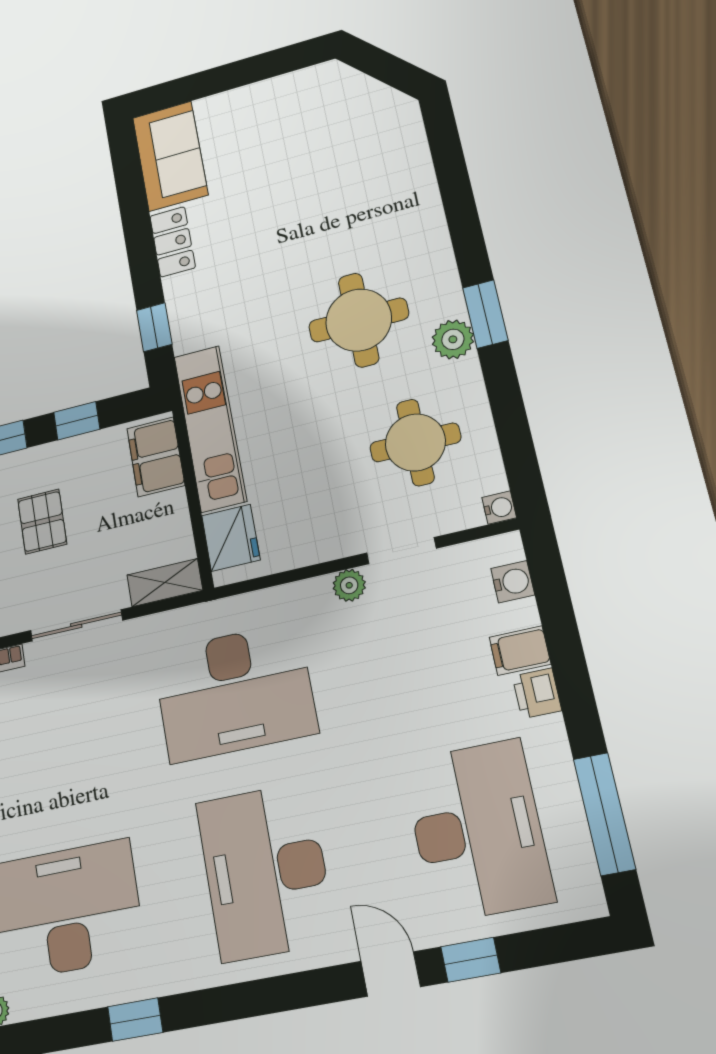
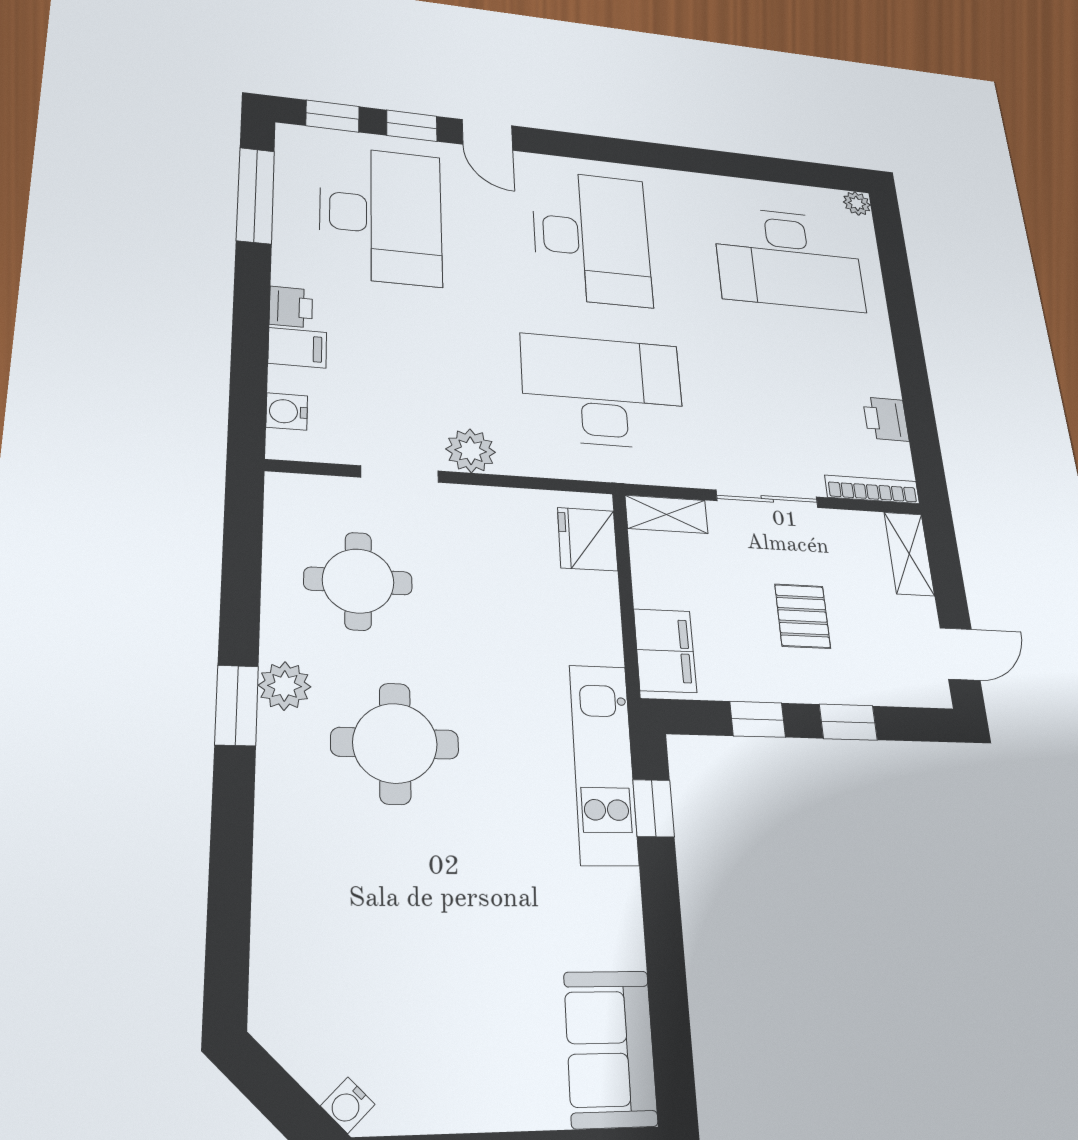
locker: (173, 242) -> (619, 918), removed
kitchen unit: (210, 428) -> (603, 764), moved
water cooler: (499, 508) -> (348, 1105), moved, turned -45
plant: (349, 585) -> (471, 451), width x1.38, depth x1.38
desk: (477, 830) -> (381, 215), turned 180
window: (135, 1020) -> (332, 116), moved

